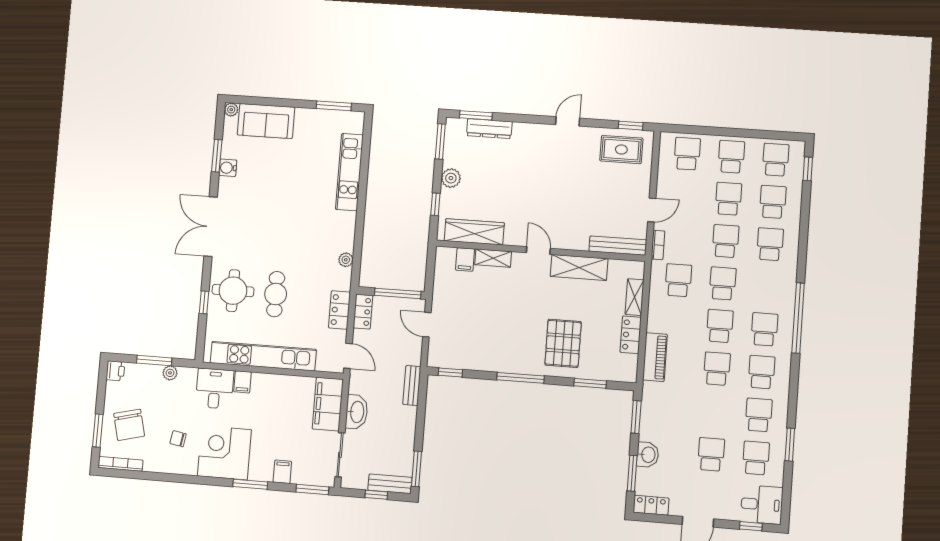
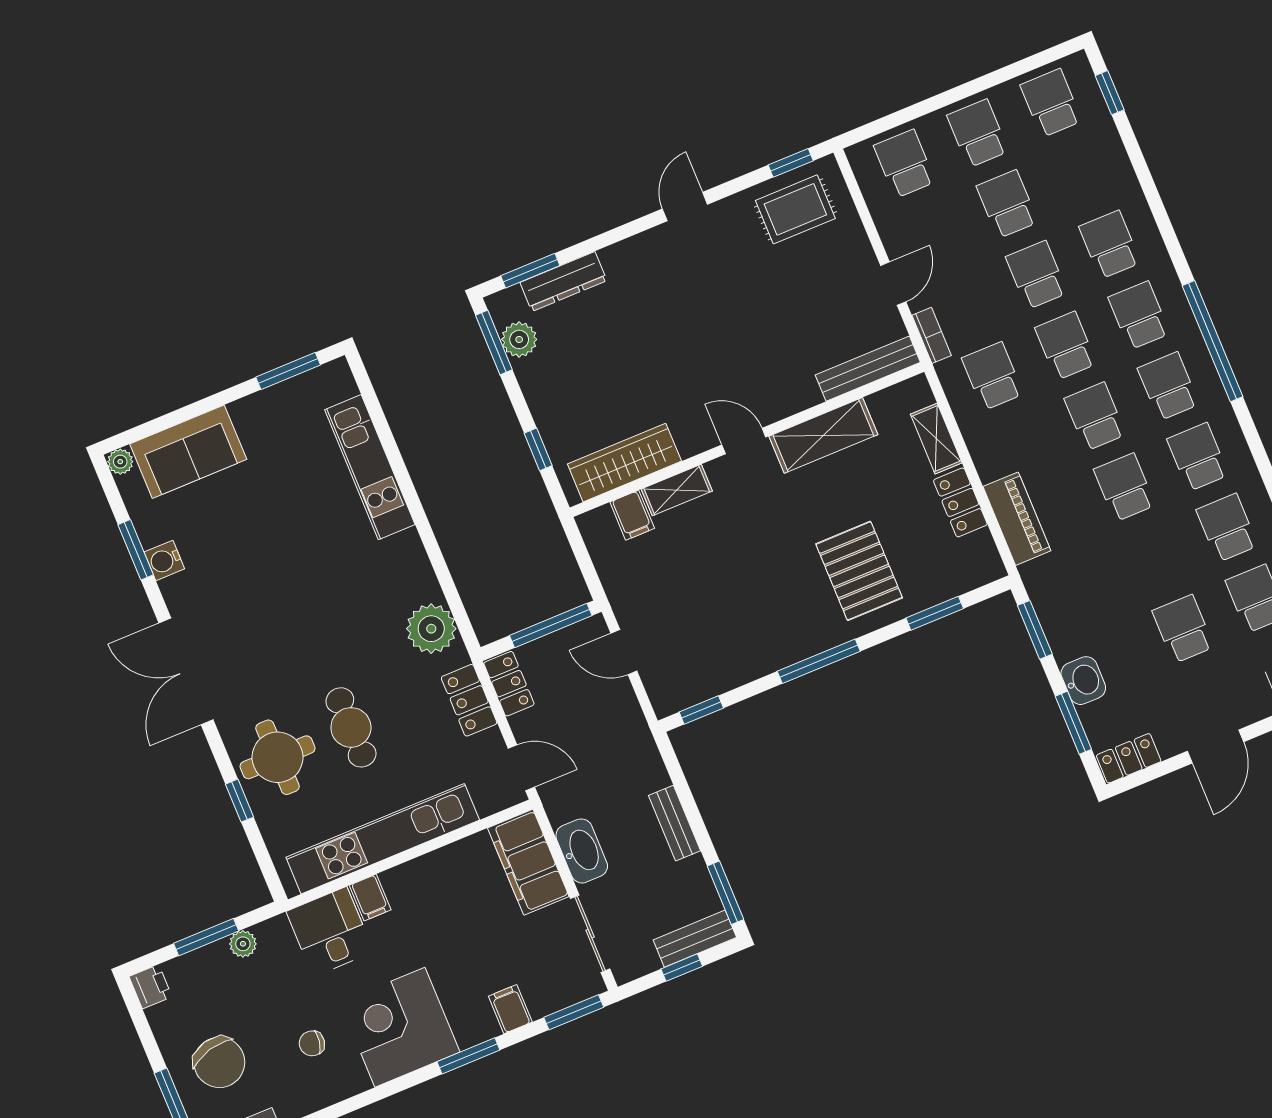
plant: (451, 178) -> (519, 339), moved
school desk: (773, 202) -> (1139, 315), moved
plant: (346, 260) -> (431, 629), width x1.87, depth x1.87
bench: (412, 386) -> (675, 823), moved

